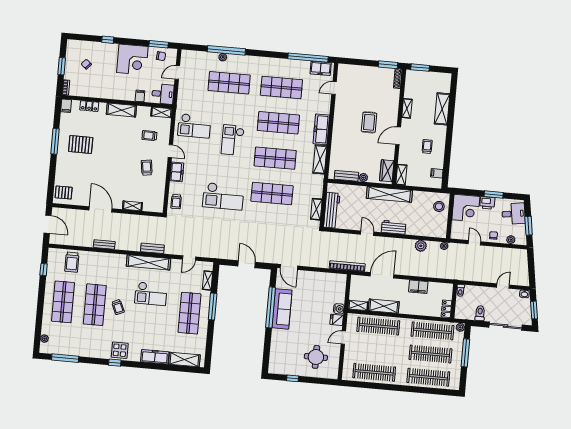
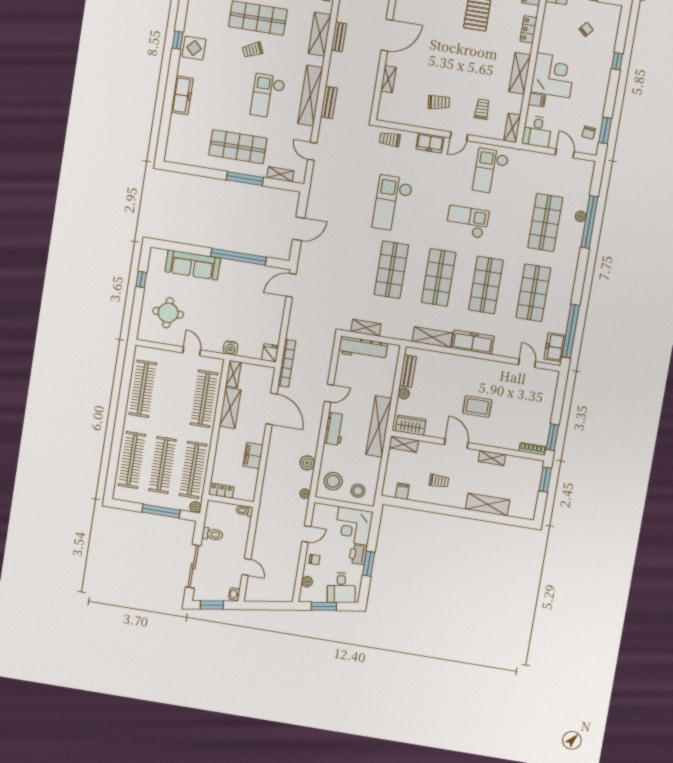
corner desk: (132, 60) -> (553, 75), moved, turned 180
stool: (433, 225) -> (333, 481), added
sofa: (282, 309) -> (193, 265), moved
fridge: (337, 320) -> (270, 353), moved
shelving: (184, 360) -> (320, 34), moved

